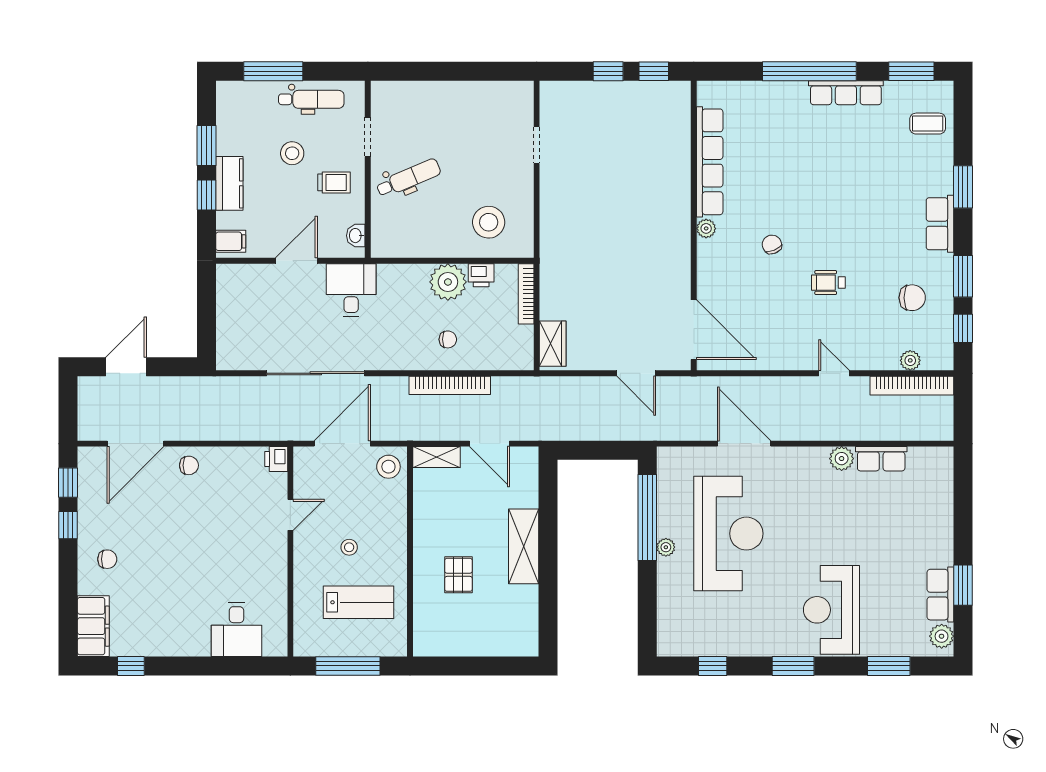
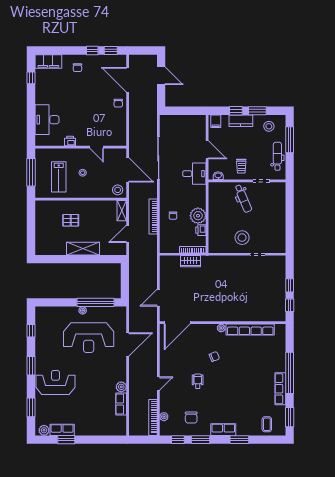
dental chair: (311, 99) -> (277, 156), turned 180
stool: (292, 153) -> (269, 126), moved
stool: (489, 222) -> (242, 238), moved
wardrobe: (553, 344) -> (191, 261), moved
printer: (276, 459) -> (70, 141), moved
desk: (236, 629) -> (47, 120), width x1.37

